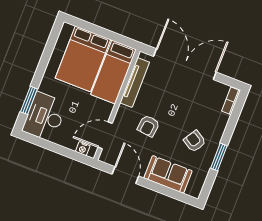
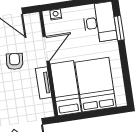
tv unit: (135, 82) -> (44, 83), width x0.71
door: (105, 135) -> (46, 49), moved

